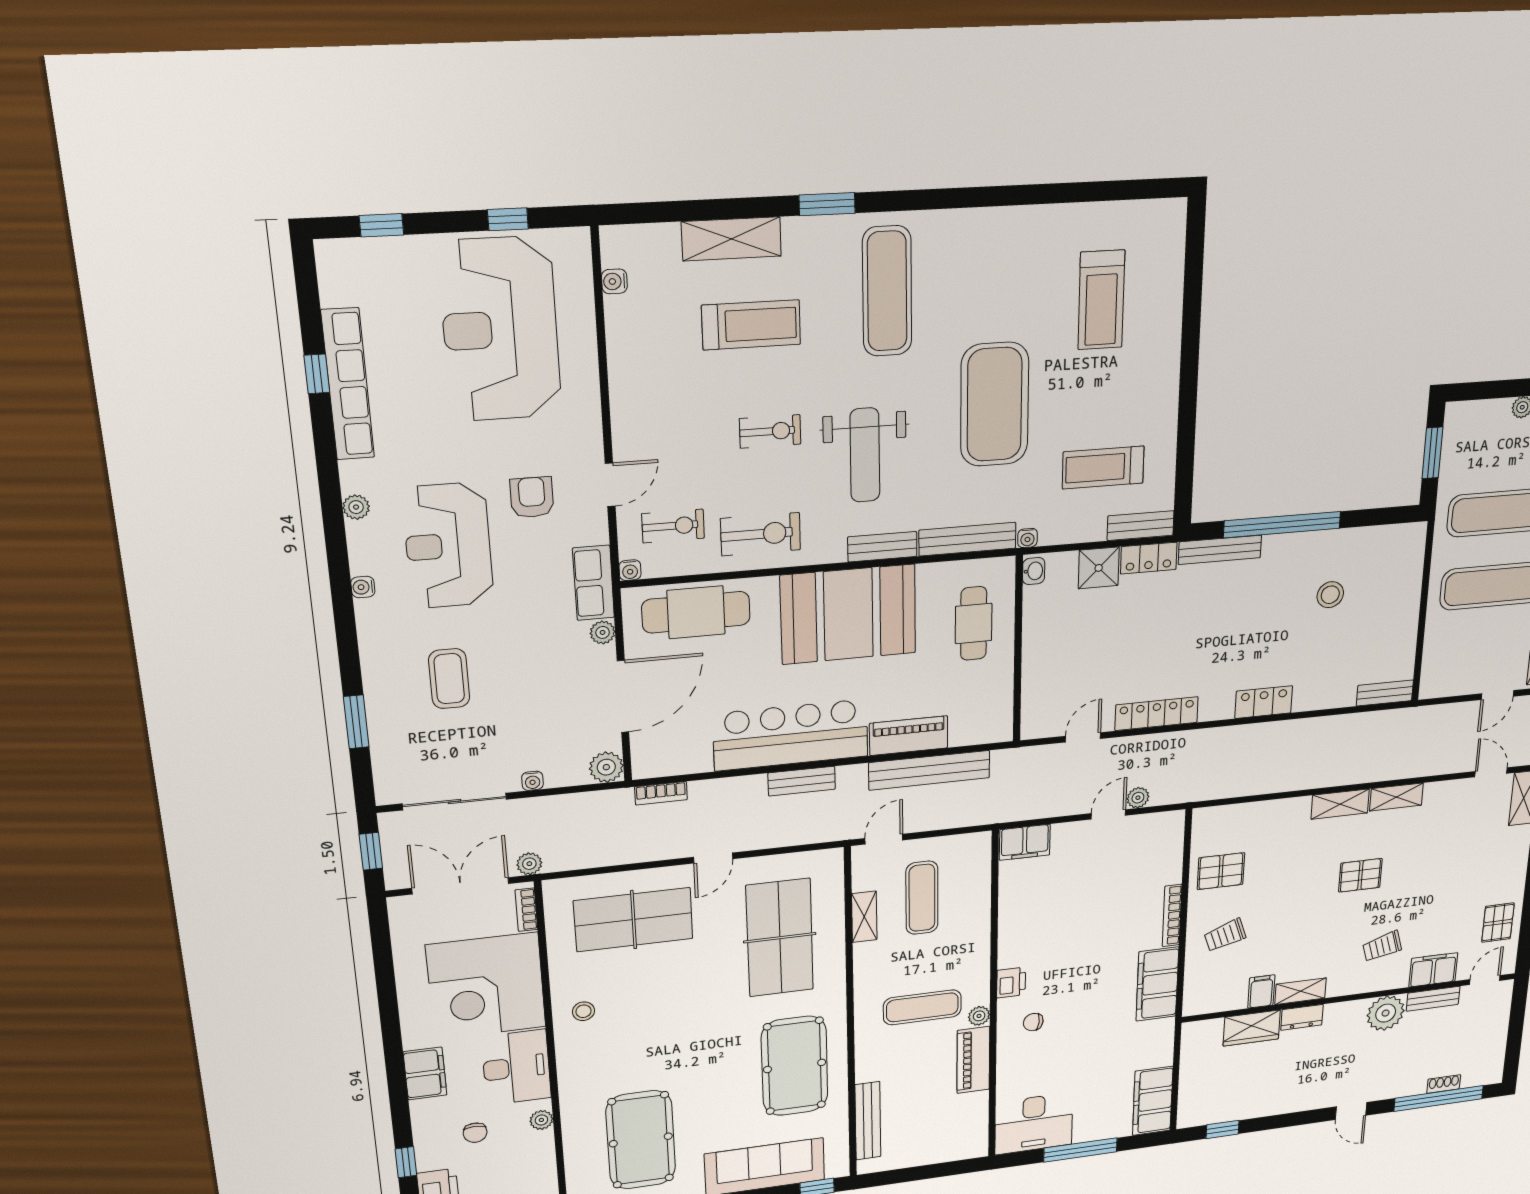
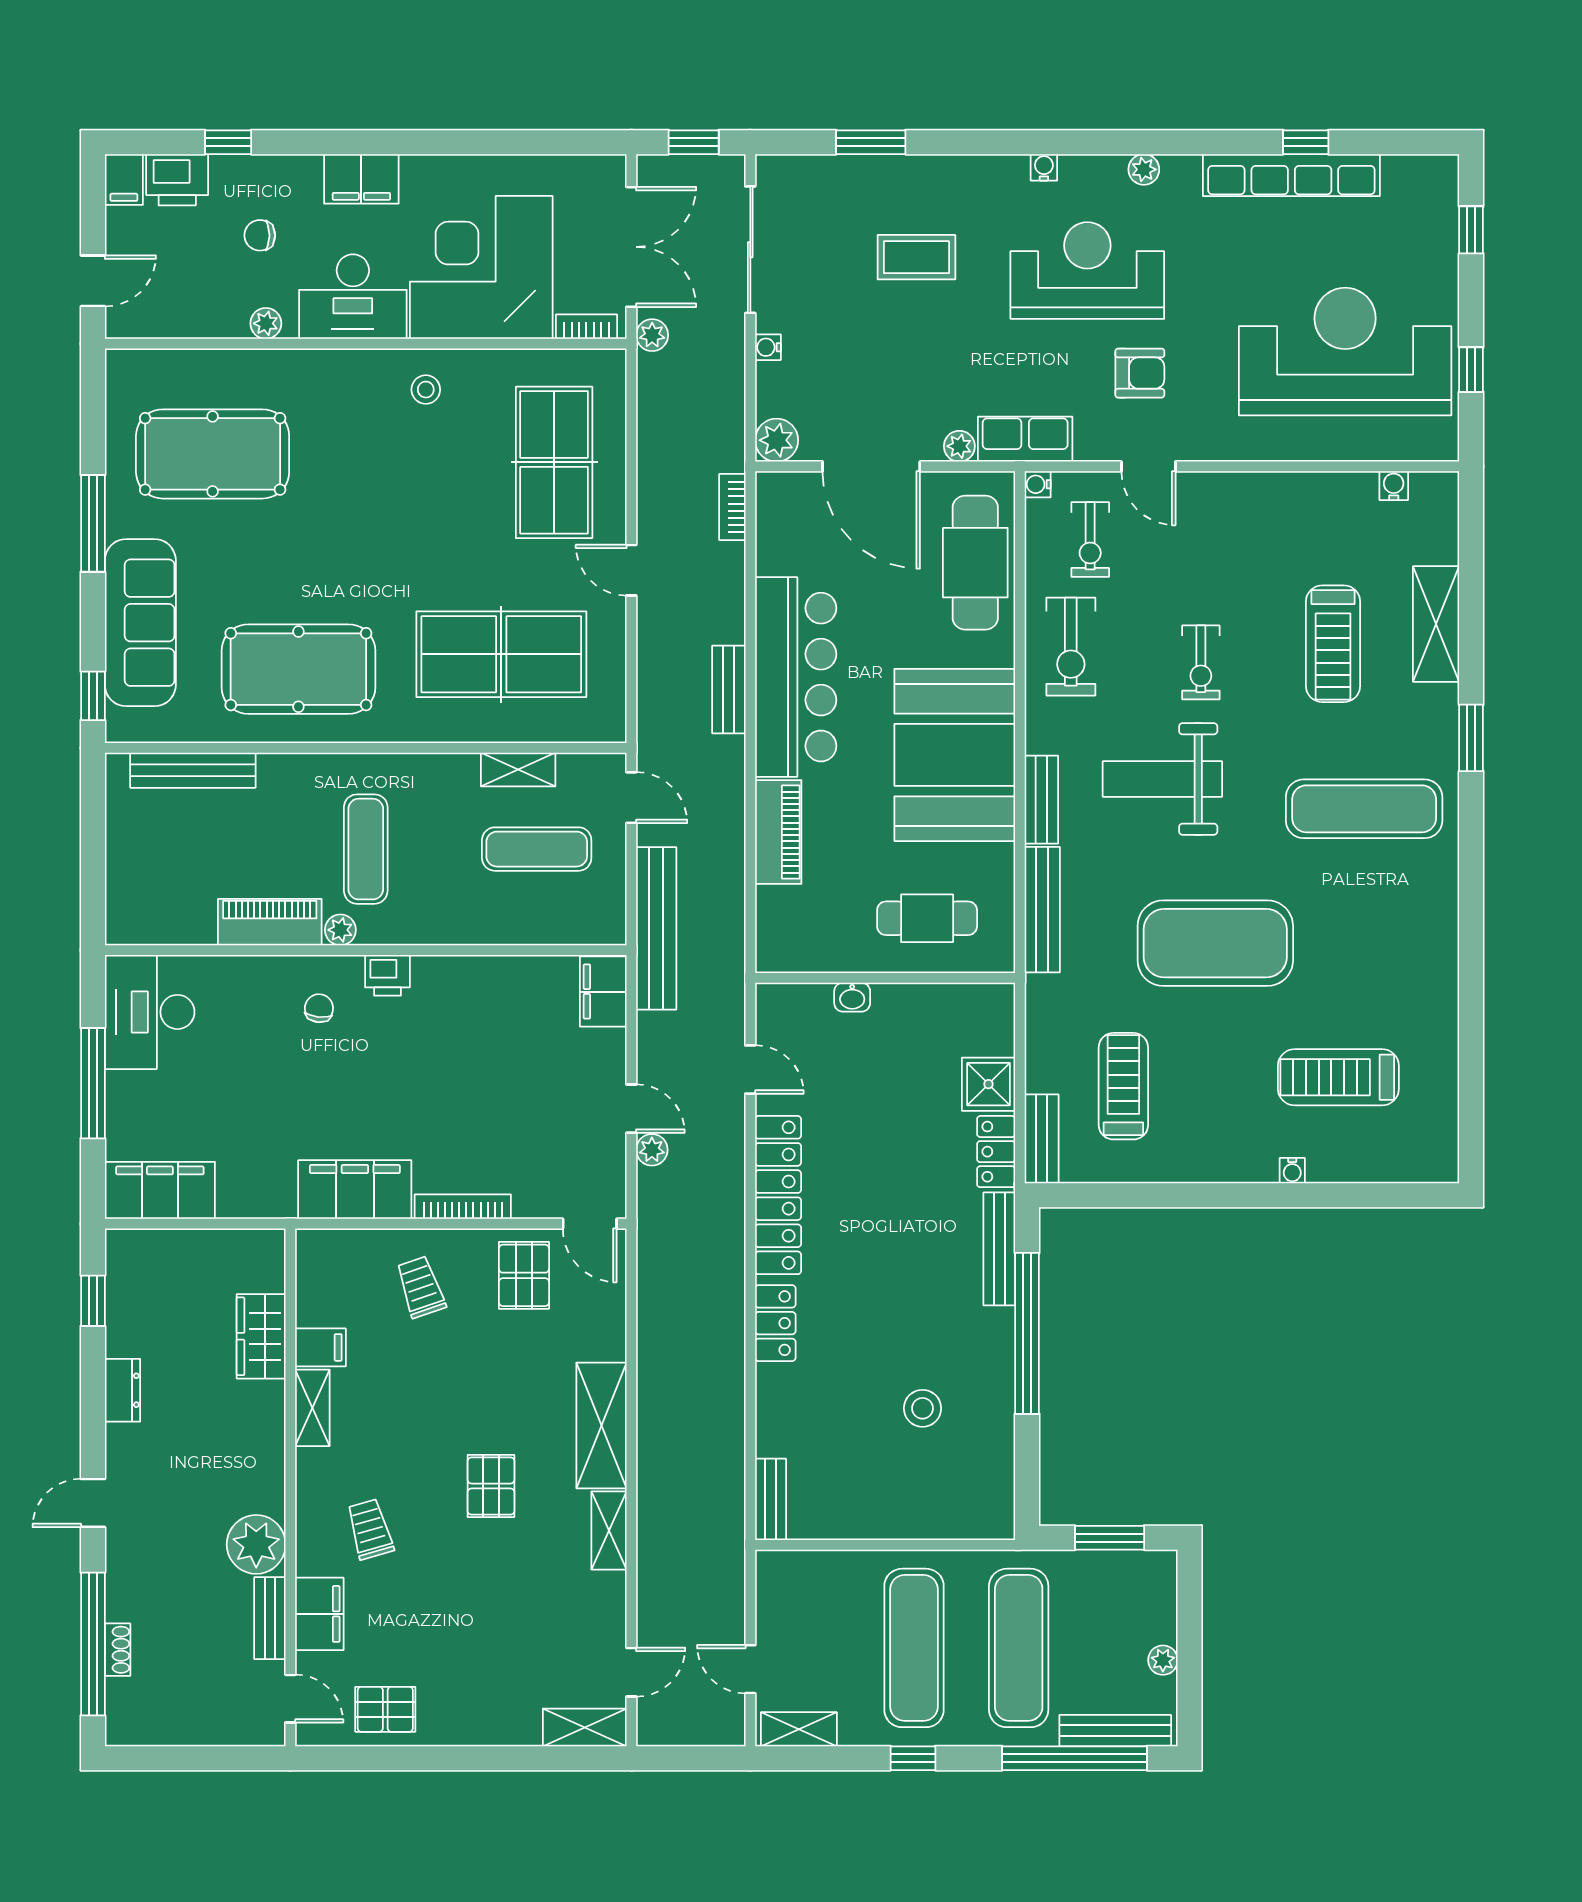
water cooler: (1028, 538) -> (1292, 1171), moved, turned -90
washbasin: (1034, 571) -> (852, 997), moved
locker: (1157, 714) -> (778, 1195), width x1.41, depth x1.21
bench: (929, 770) -> (656, 928), moved
shelving: (1340, 804) -> (601, 1425), width x1.50, depth x1.33
door: (1188, 833) -> (590, 1224), added
dresser: (1302, 1017) -> (123, 1390), moved, turned 180

